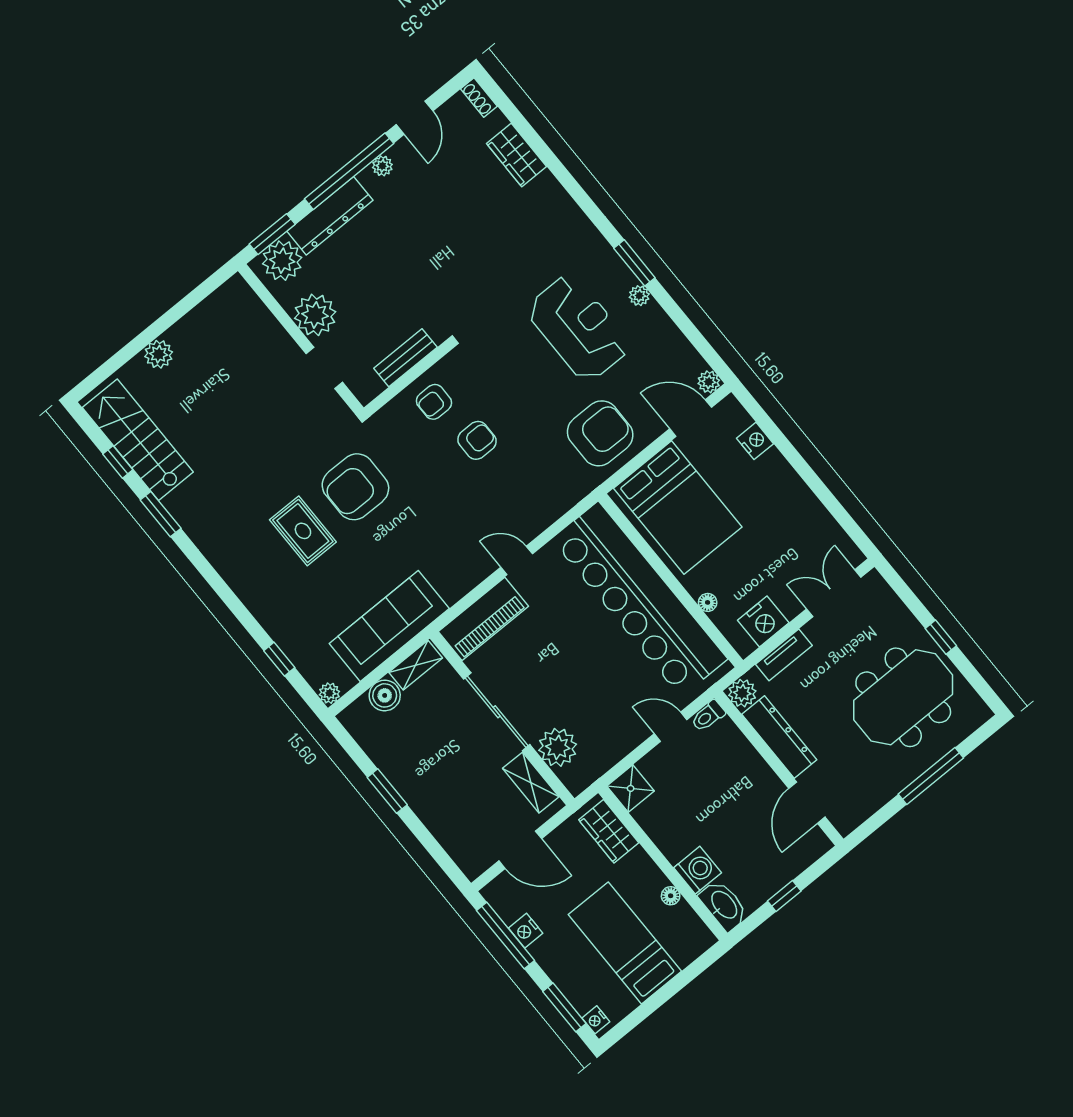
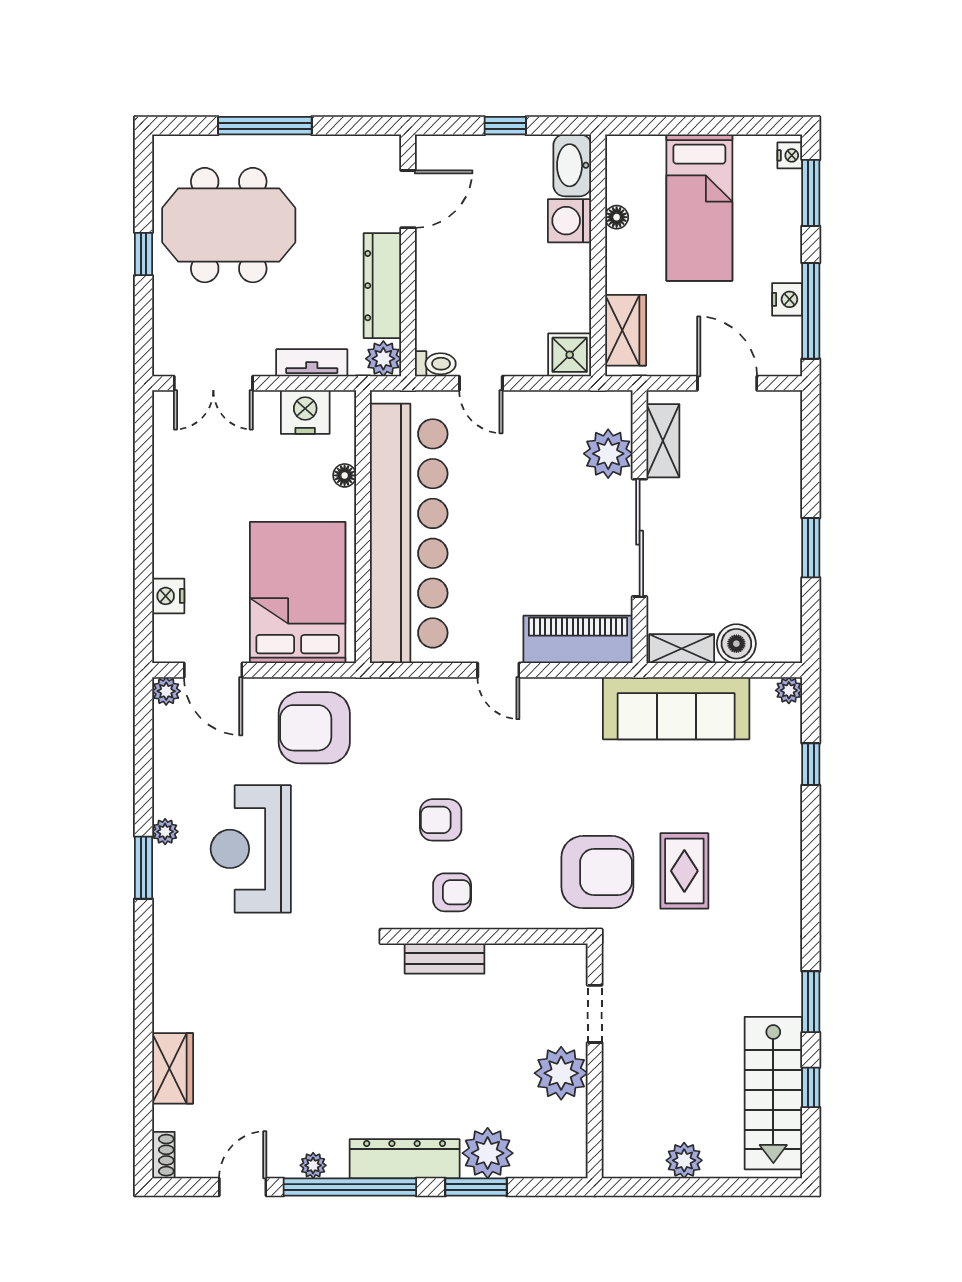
plant: (315, 315) -> (561, 1073), moved
wall: (301, 339) -> (595, 1061), moved
doorway: (324, 368) -> (595, 1014), moved

